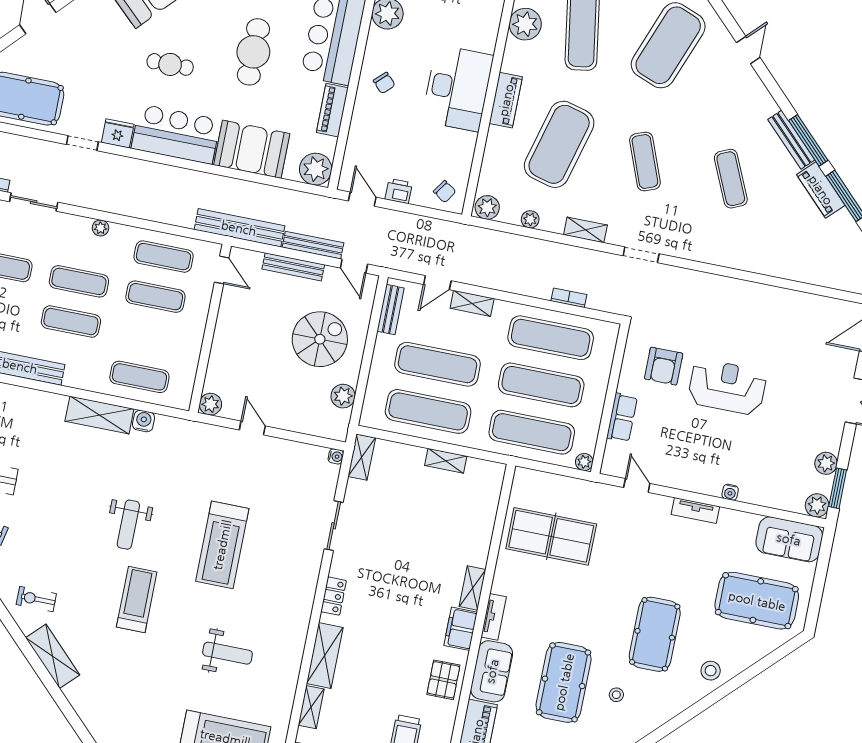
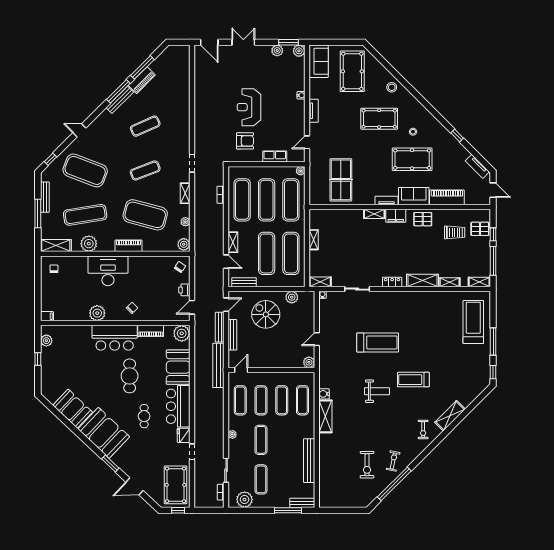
cafe table: (253, 52) -> (130, 376), turned 90
desk: (458, 88) -> (108, 271), moved
exercise mat: (71, 321) -> (282, 400), moved
weight bench: (227, 653) -> (431, 329), removed

